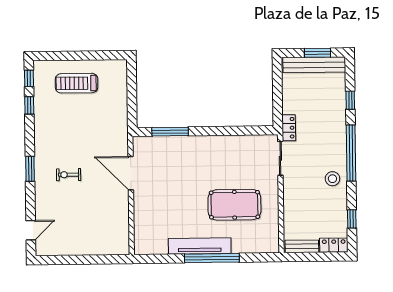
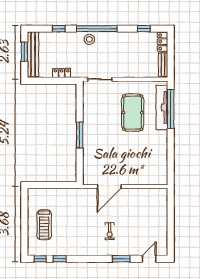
locker: (289, 128) -> (62, 73), moved
window: (170, 132) -> (80, 135), moved
window: (30, 169) -> (121, 259), moved
stool: (332, 179) -> (89, 39), moved
door: (31, 230) -> (149, 259), hinge flipped
tv unit: (200, 246) -> (162, 107), moved
window: (212, 258) -> (171, 109), moved

